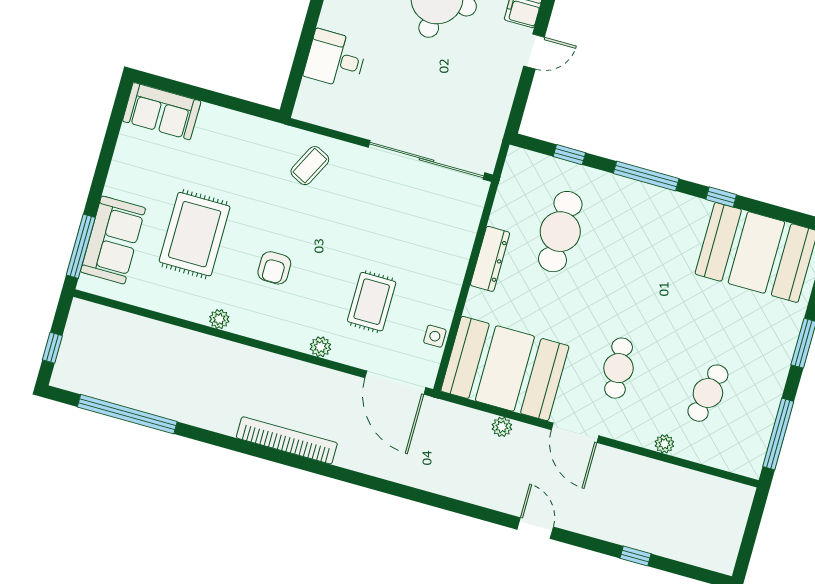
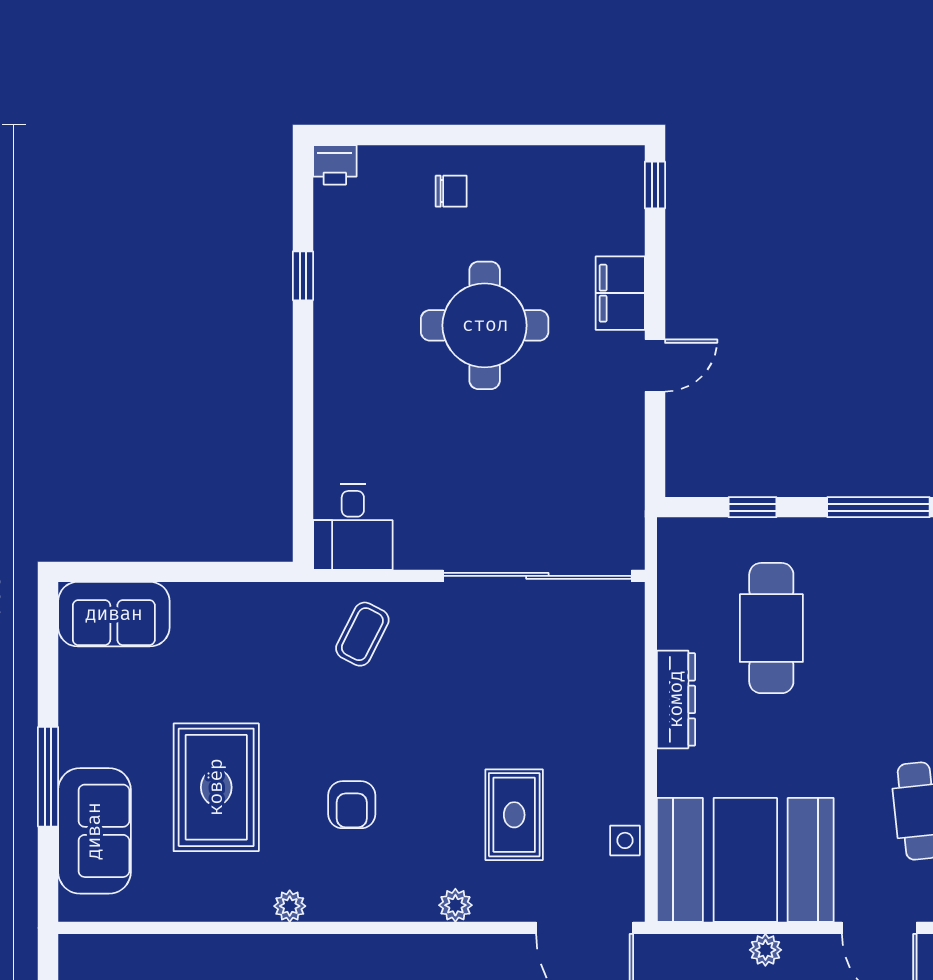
desk: (335, 59) -> (353, 527), moved, turned -90
window: (81, 246) -> (48, 777), moved

